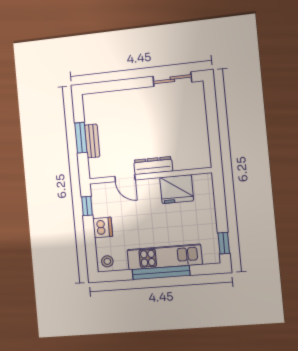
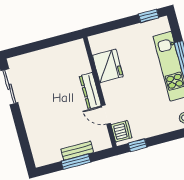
door: (125, 178) -> (106, 115), swing flipped
dishwasher: (103, 227) -> (122, 131), moved, turned 90

